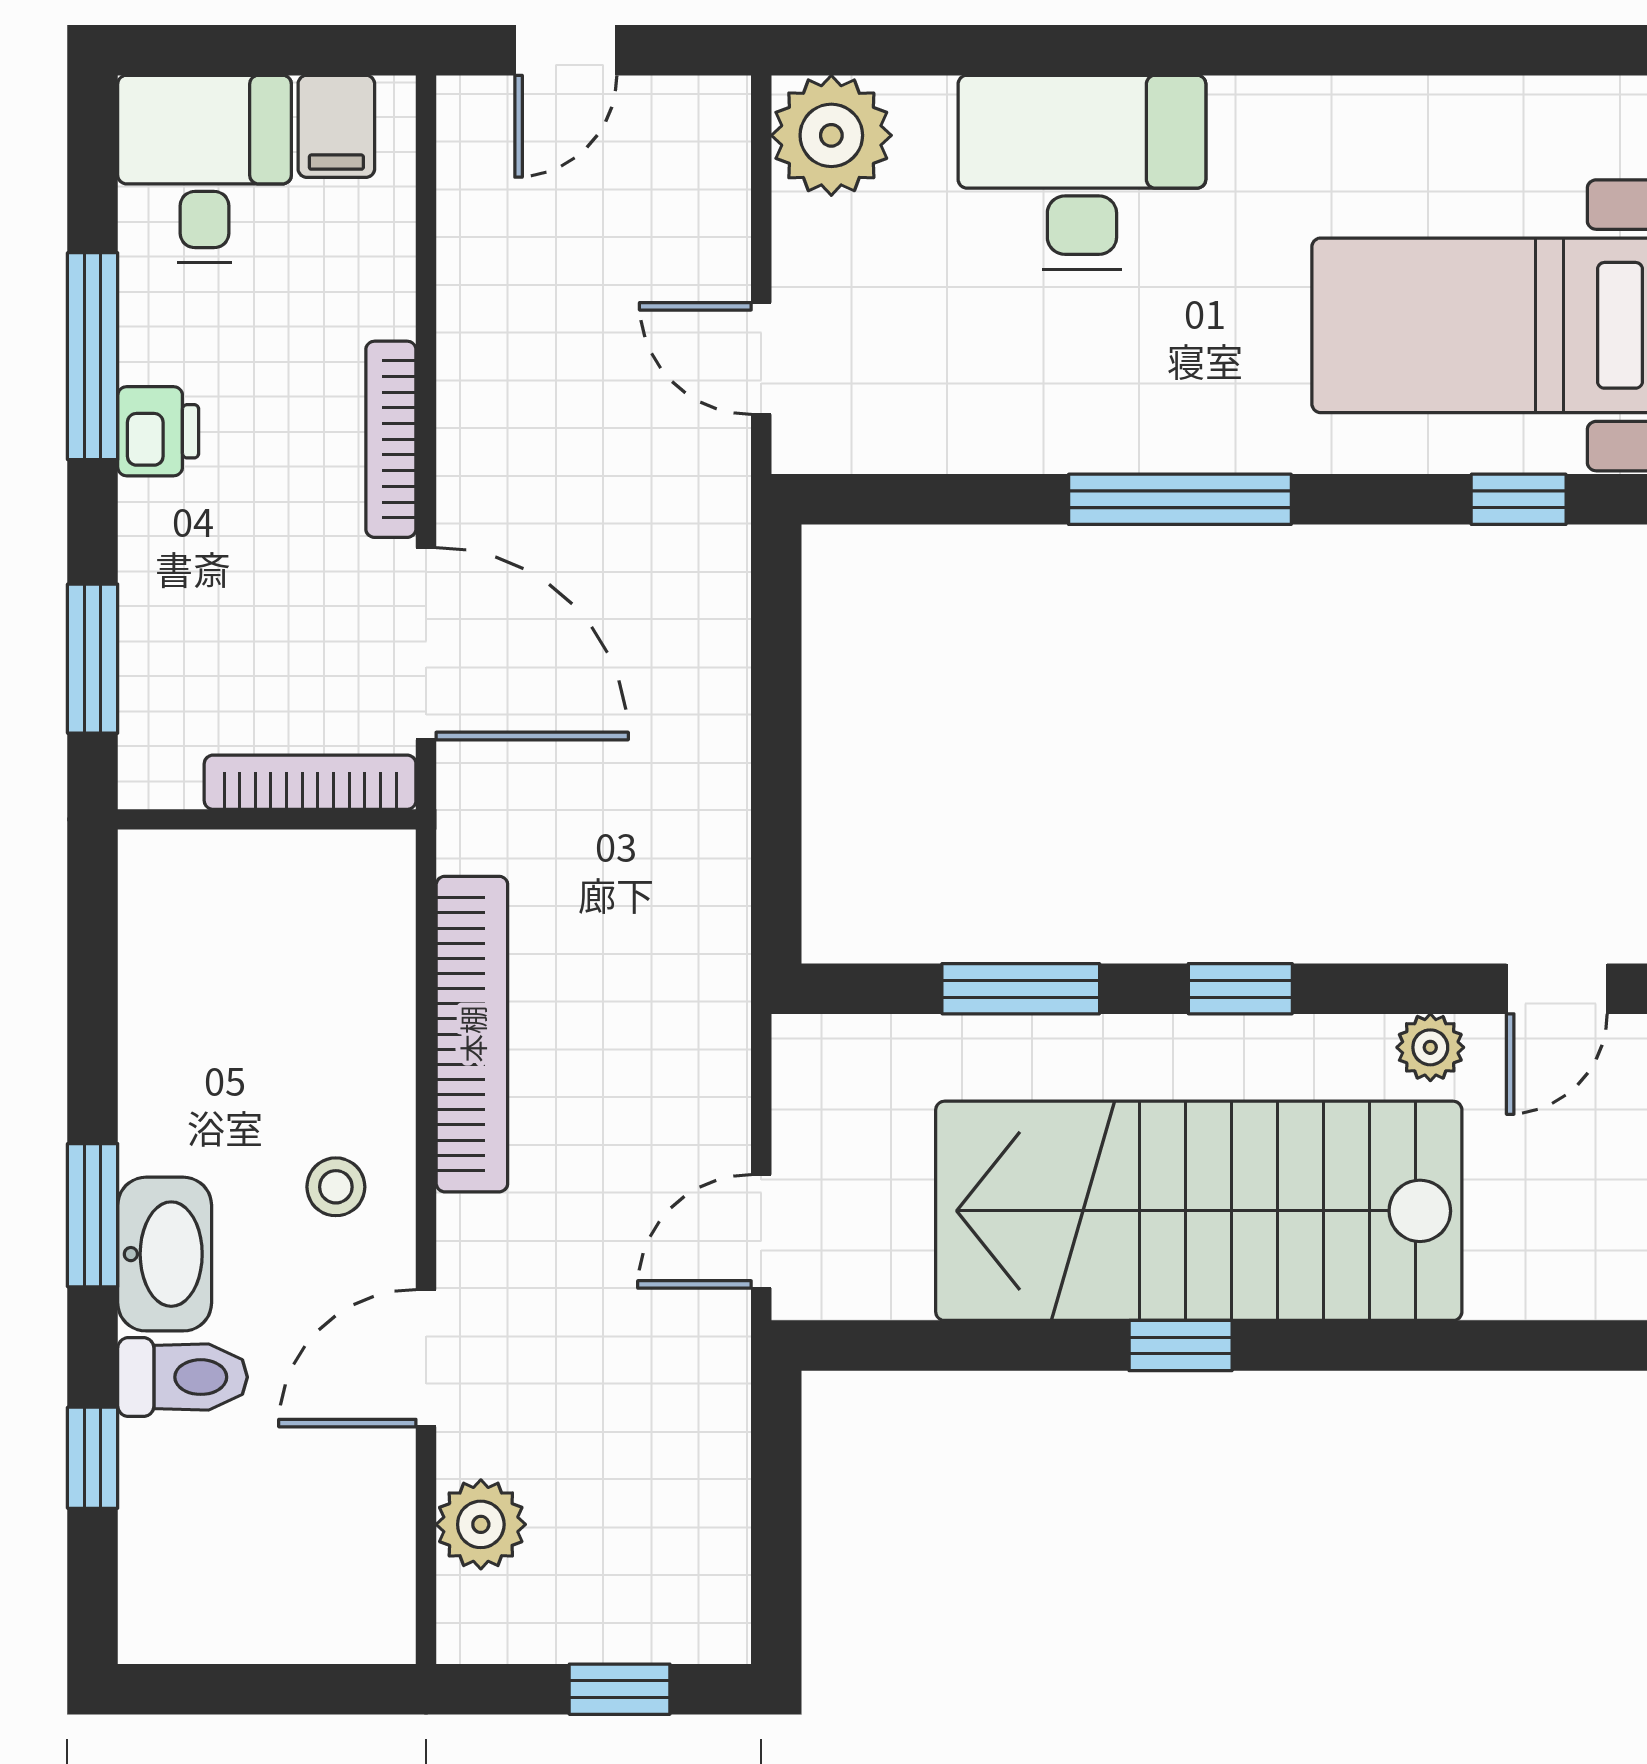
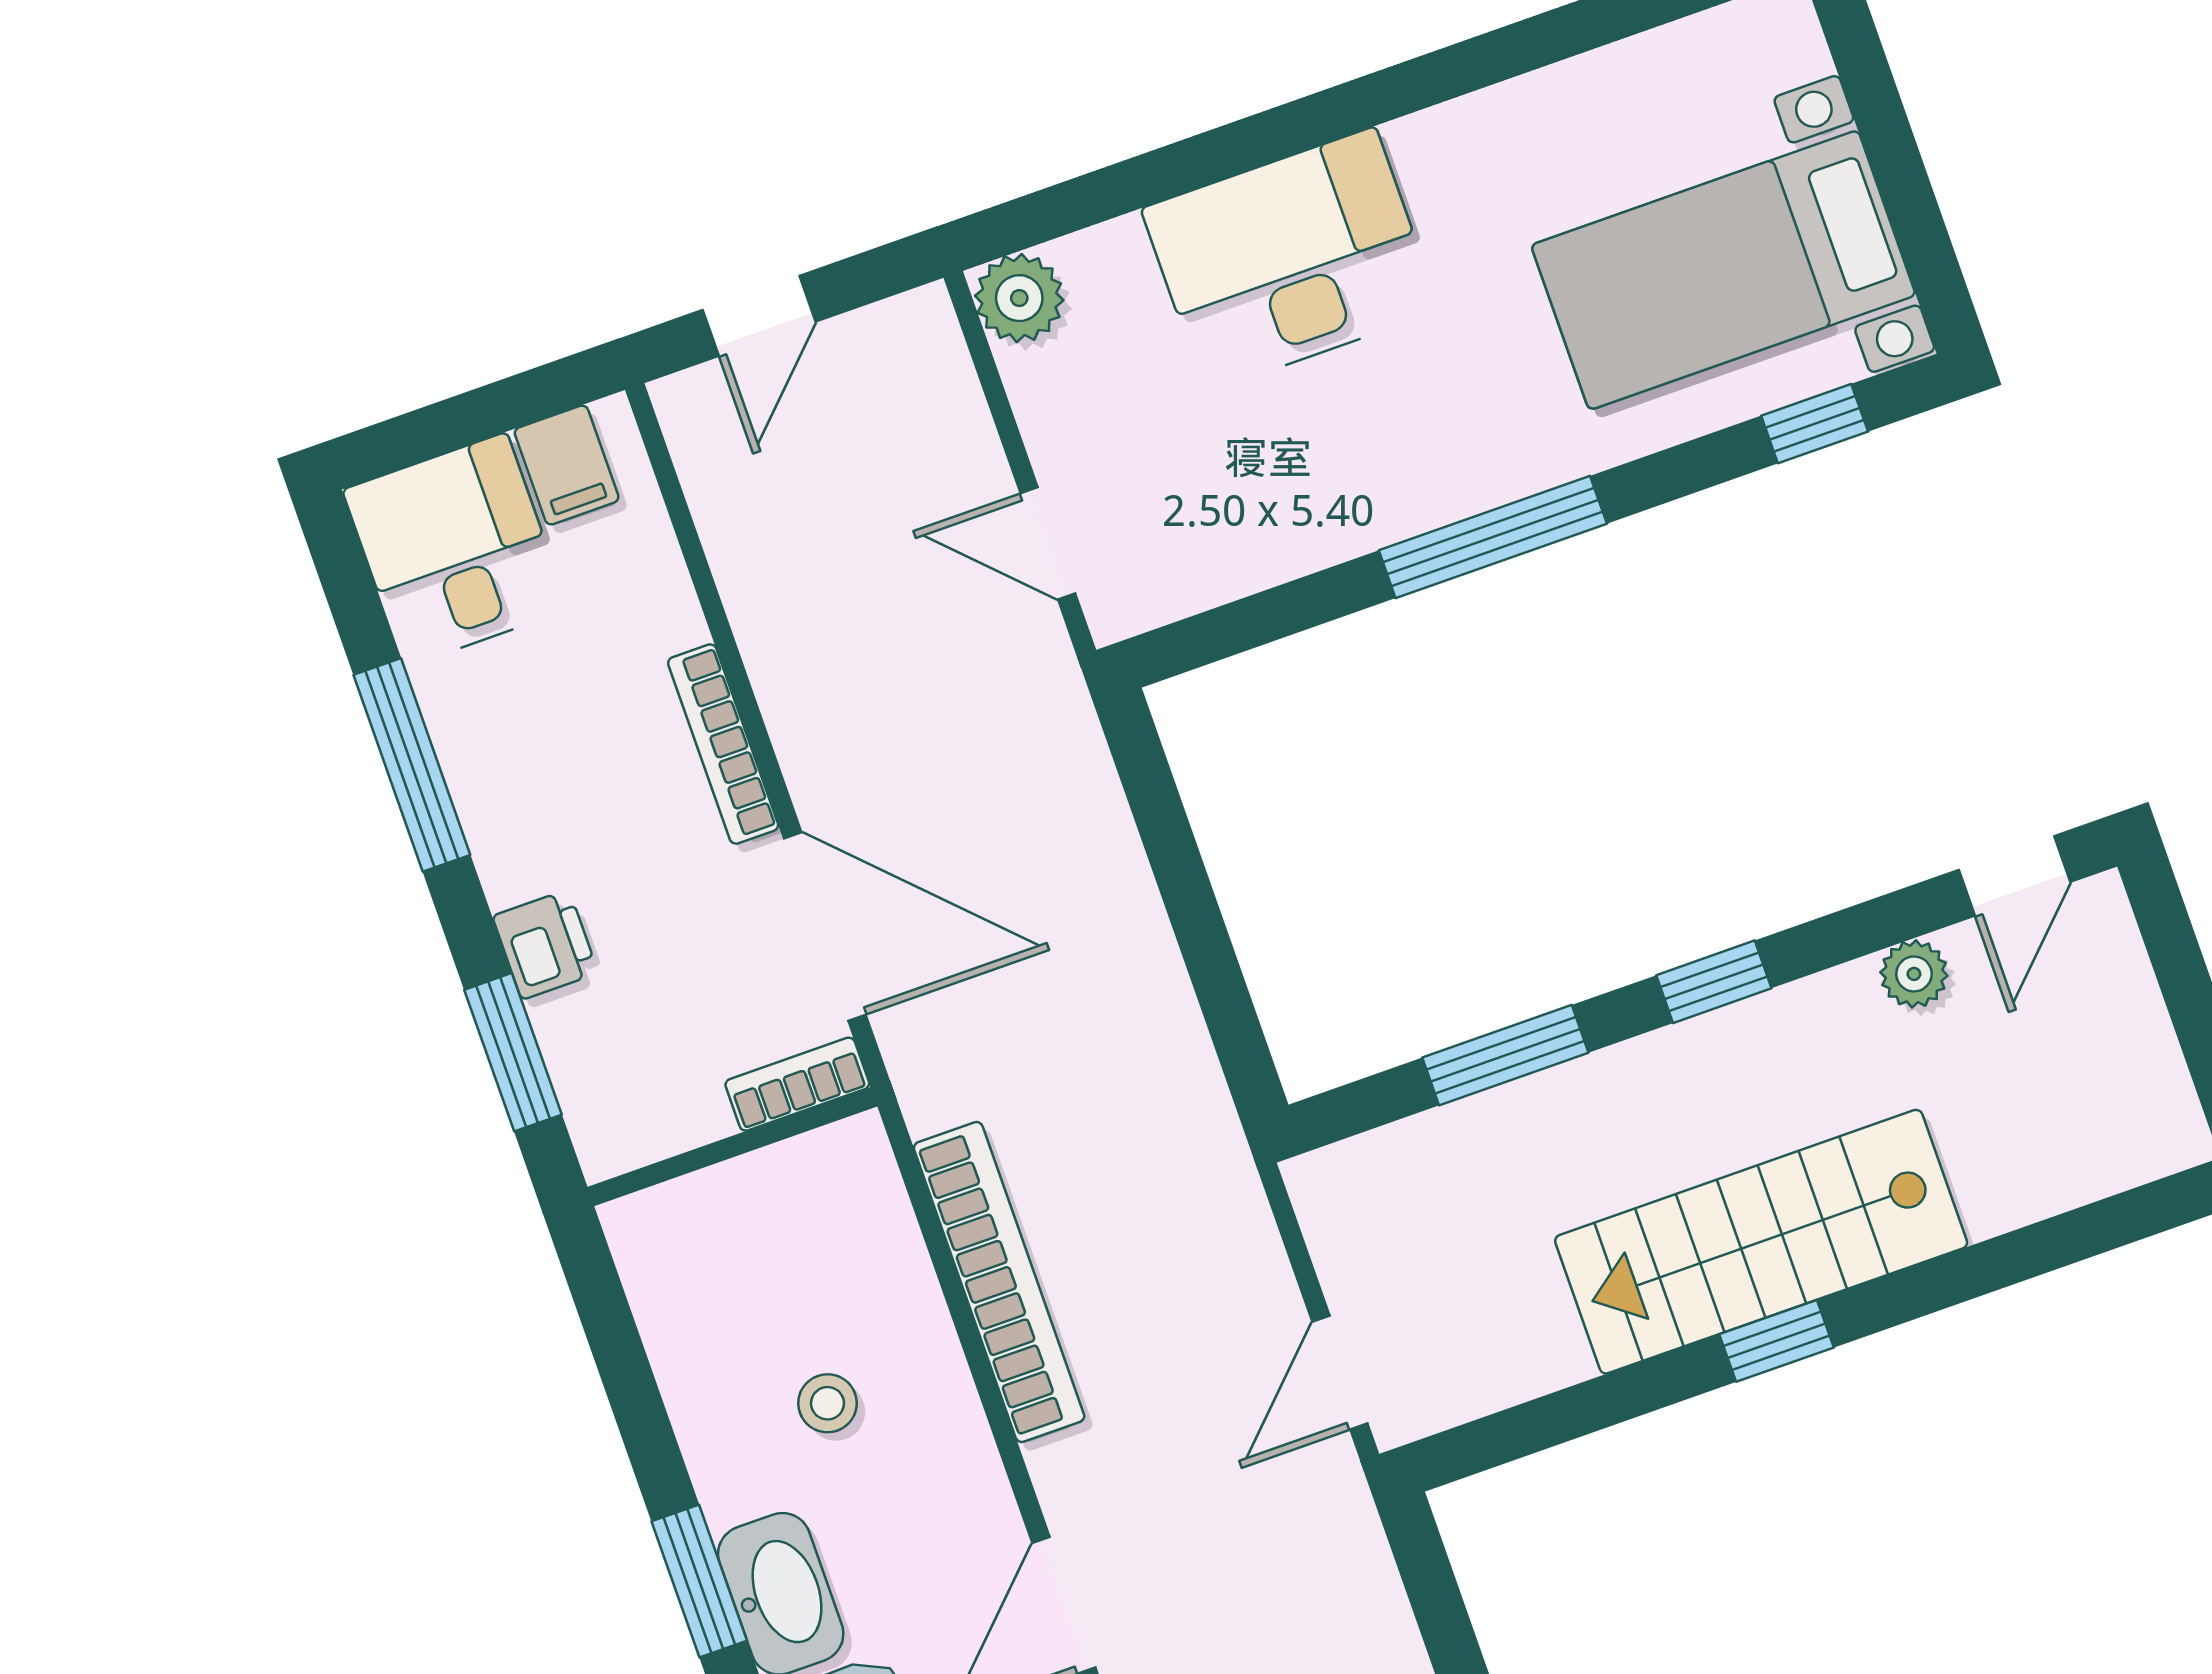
plant: (831, 135) -> (1019, 298), width x0.73, depth x0.73
printer: (158, 431) -> (545, 945), moved
bookcase: (310, 782) -> (797, 1084), width x0.64
stool: (336, 1187) -> (827, 1403), moved
stairs: (1199, 1211) -> (1761, 1242), width x0.73, depth x0.66

